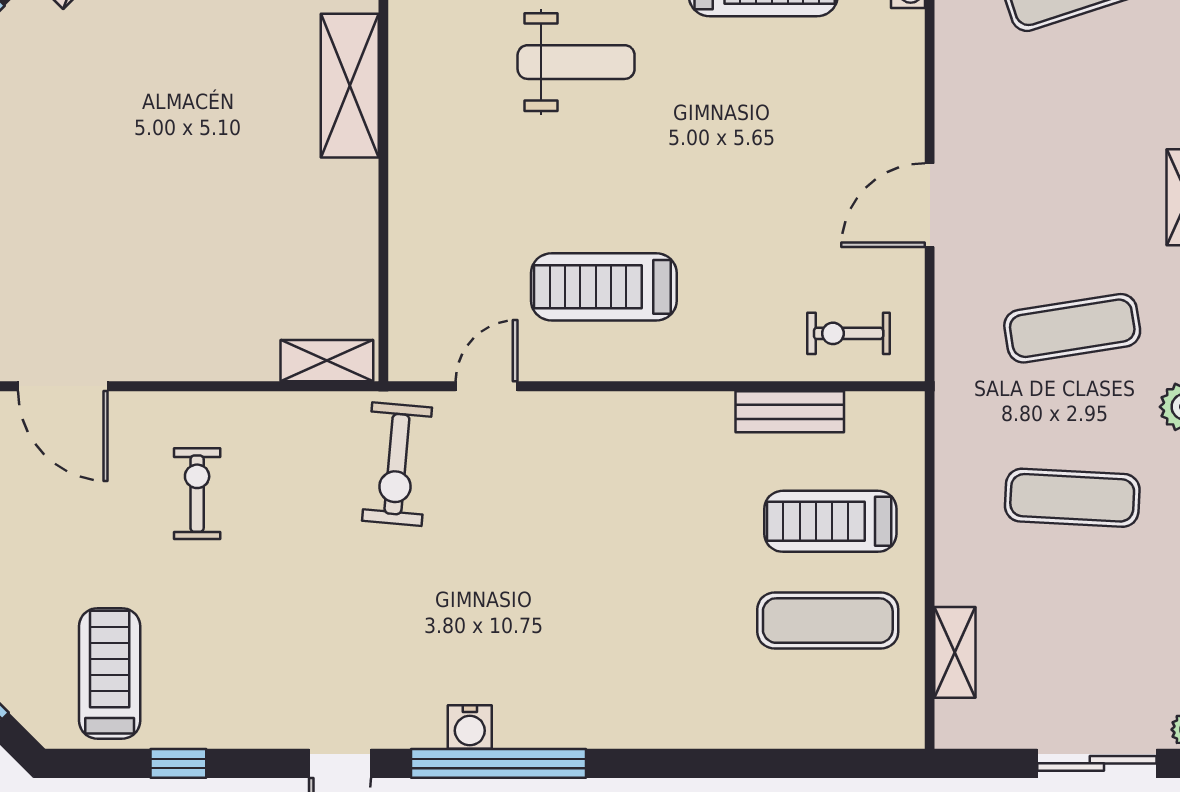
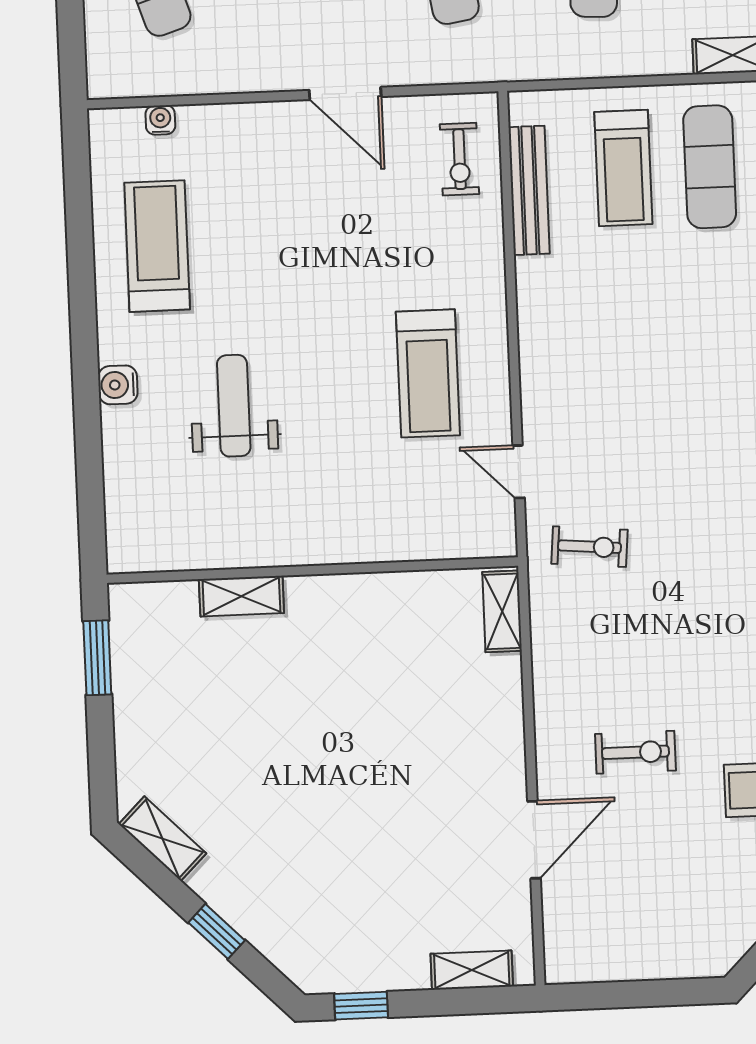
shelving: (350, 86) -> (241, 596), width x0.67, depth x0.75
bench: (790, 412) -> (529, 190), width x1.36
exercise bike: (397, 464) -> (590, 547), width x0.73, depth x0.72
exercise bike: (197, 494) -> (635, 752), moved, turned 180

